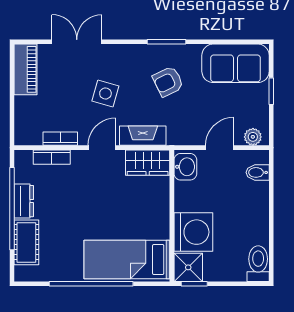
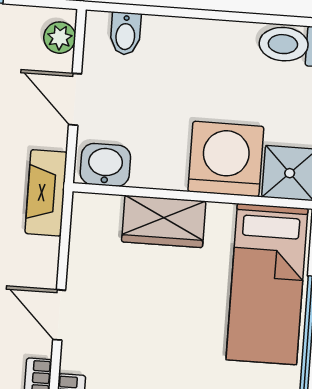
fireplace: (143, 136) -> (46, 193), moved
wardrobe: (148, 163) -> (164, 221), moved, turned 90

